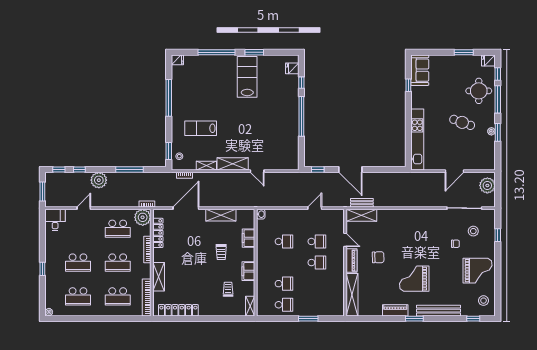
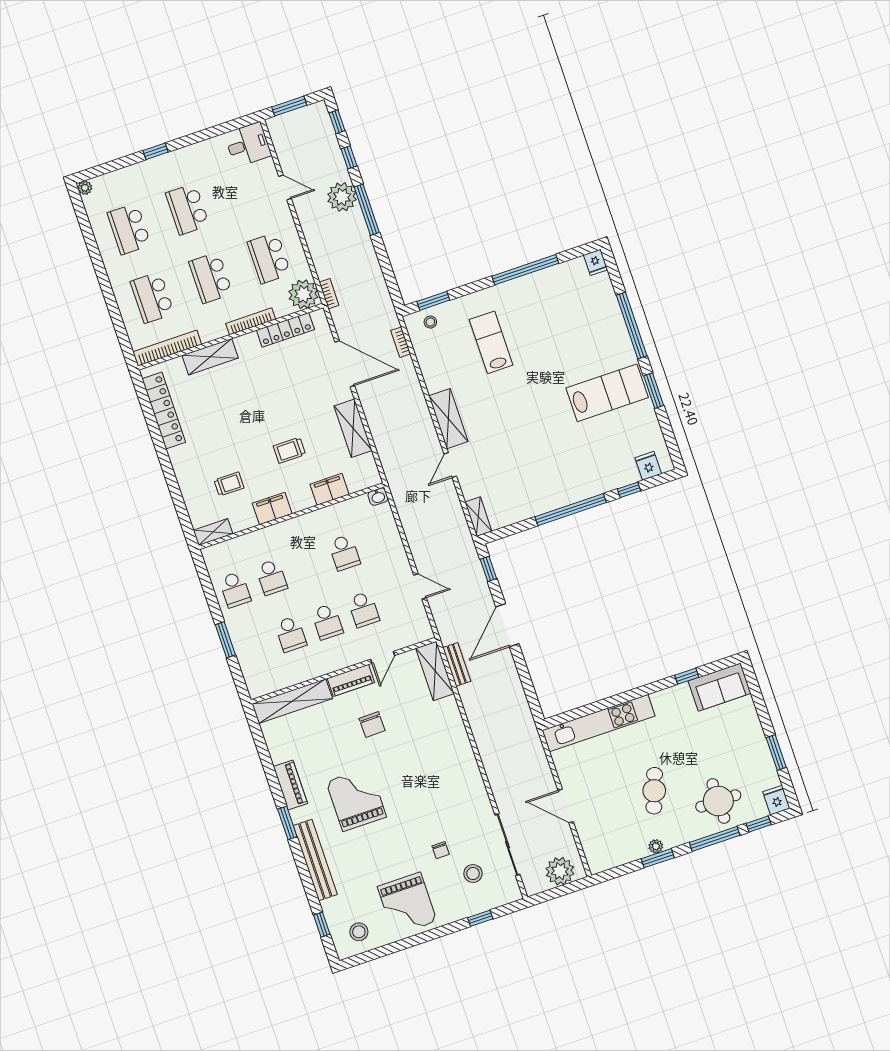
shelving: (206, 166) -> (478, 517), moved
window: (129, 170) -> (367, 210), moved
school desk: (317, 284) -> (291, 634), added

